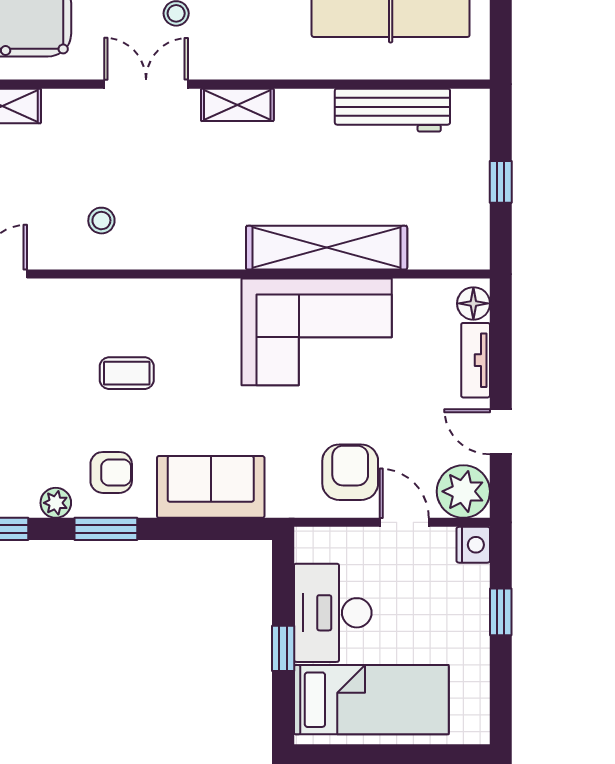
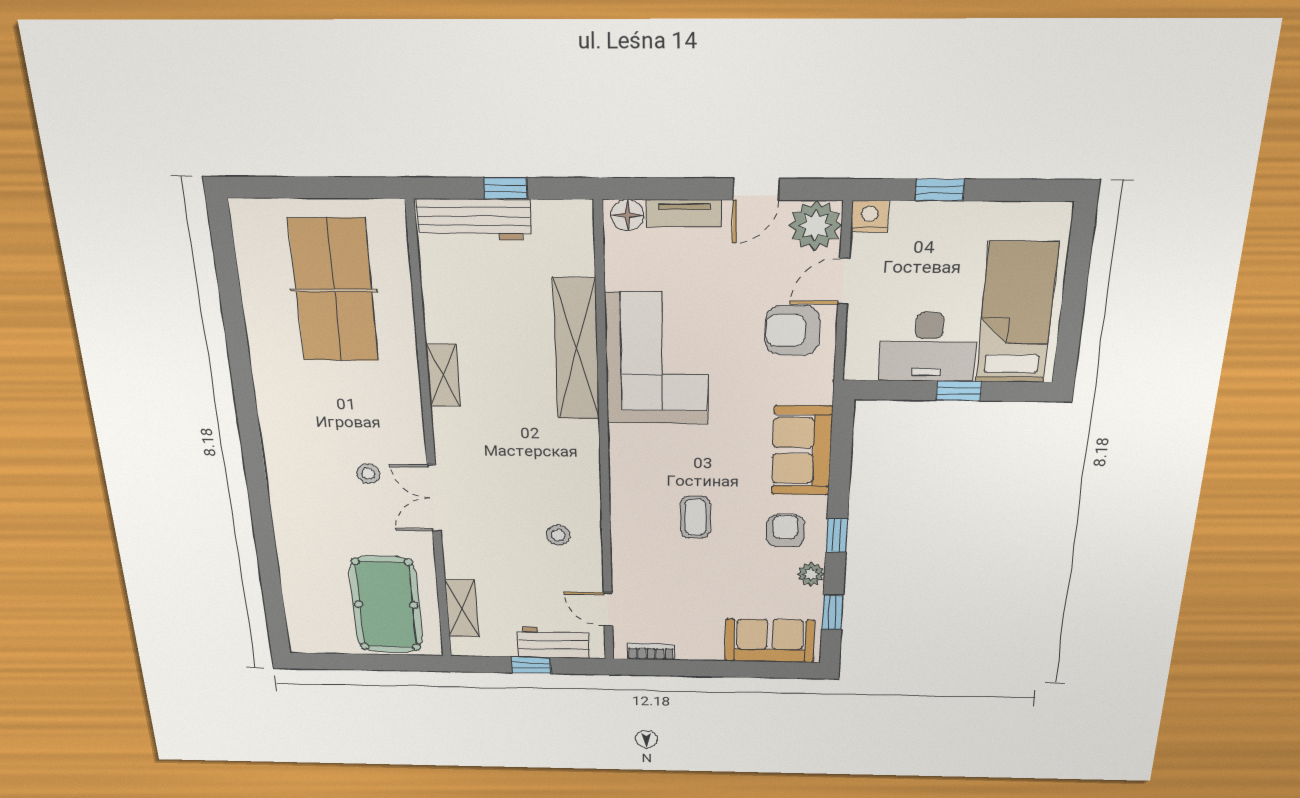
shelving: (237, 105) -> (443, 375), moved
workbench: (392, 110) -> (474, 219), moved, turned 90
window: (106, 529) -> (837, 536), width x0.67

